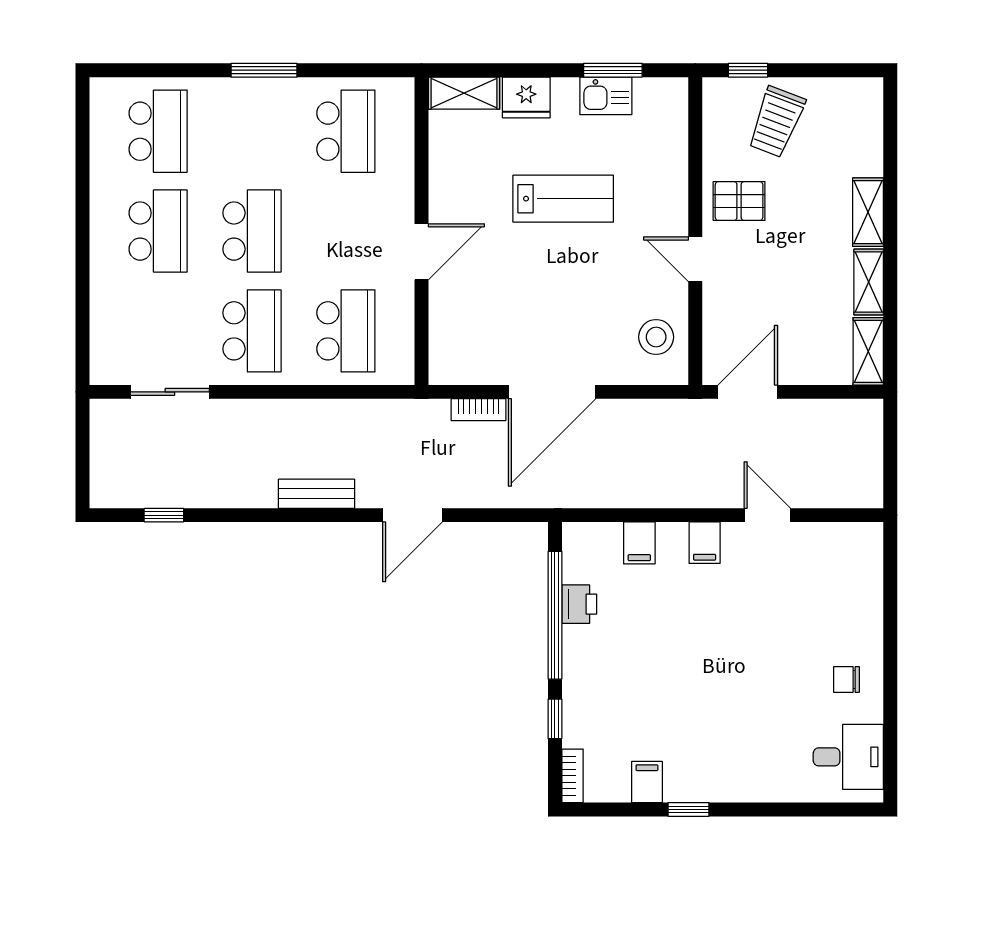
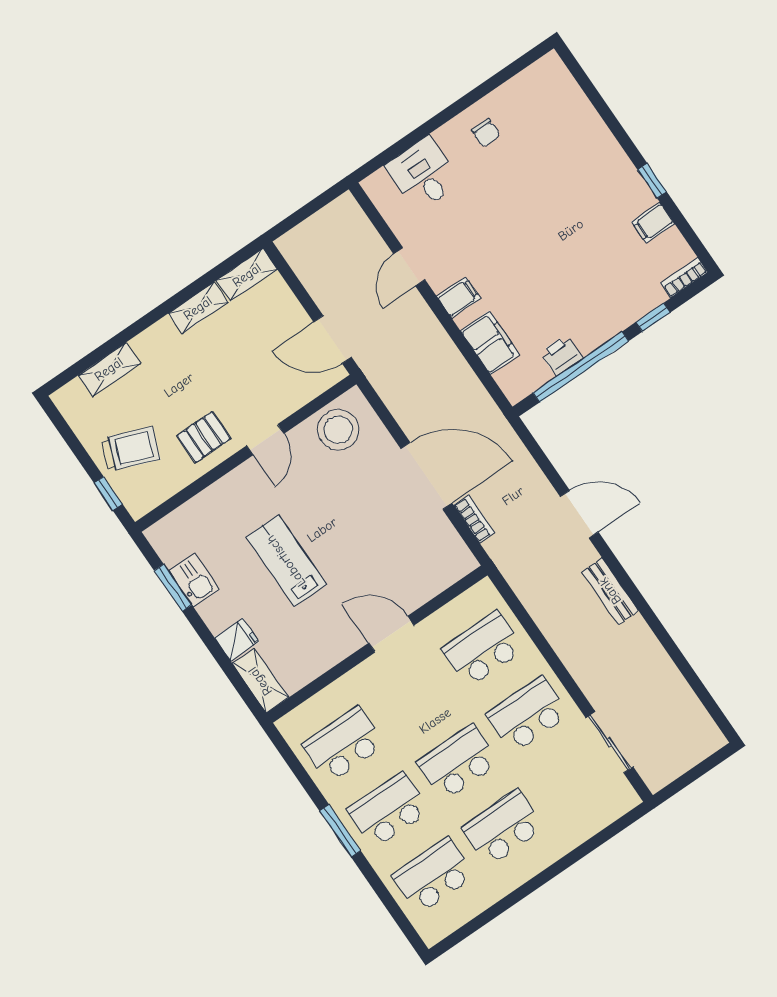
fridge: (526, 97) -> (237, 640), width x0.72
school desk: (252, 131) -> (388, 810), added
pallet: (739, 201) -> (204, 437), turned 90
shelving: (868, 212) -> (109, 369), moved
stool: (656, 337) -> (338, 430), width x1.38, depth x1.38
window: (164, 515) -> (698, 687), removed
filing cabinet: (639, 543) -> (490, 343), width x2.00
desk: (848, 757) -> (423, 174), moved

